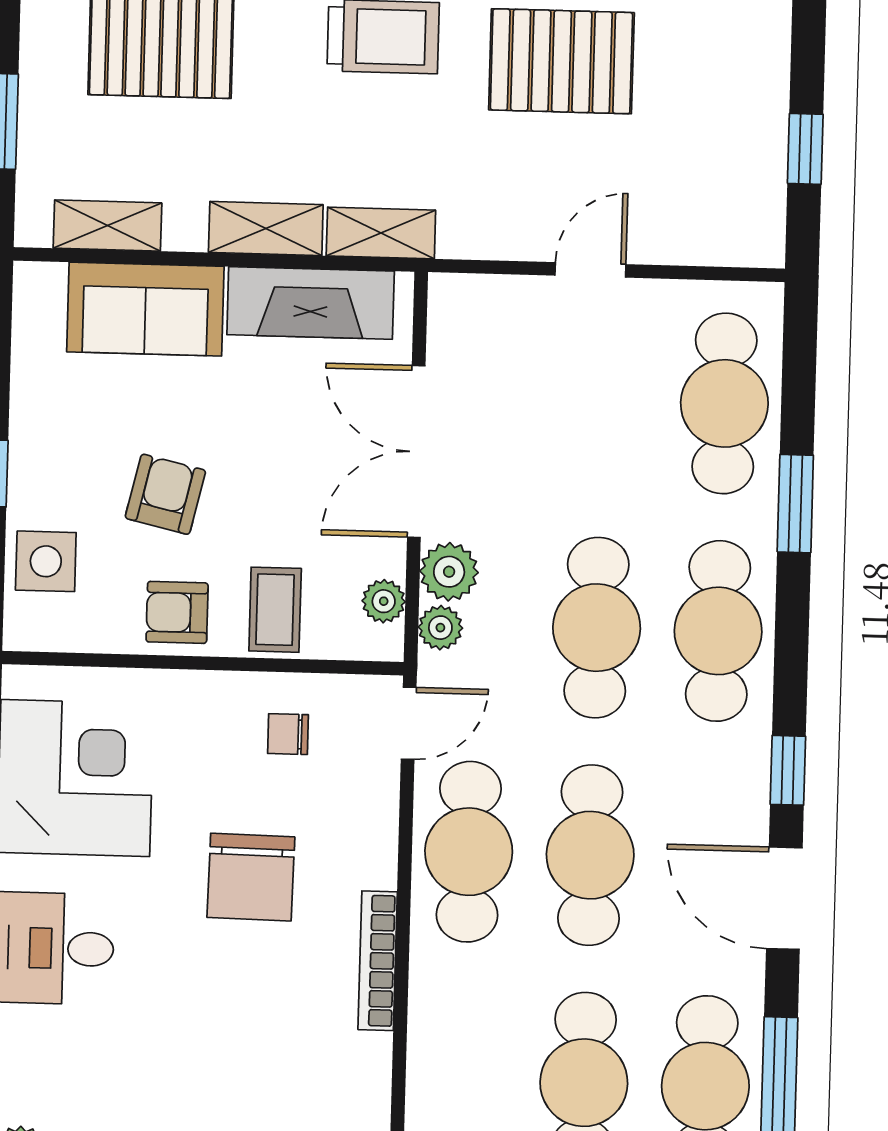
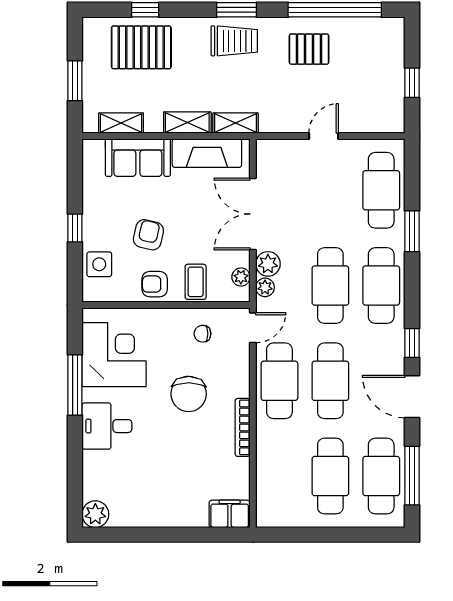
pallet: (561, 61) -> (309, 49), width x0.67, depth x0.71

